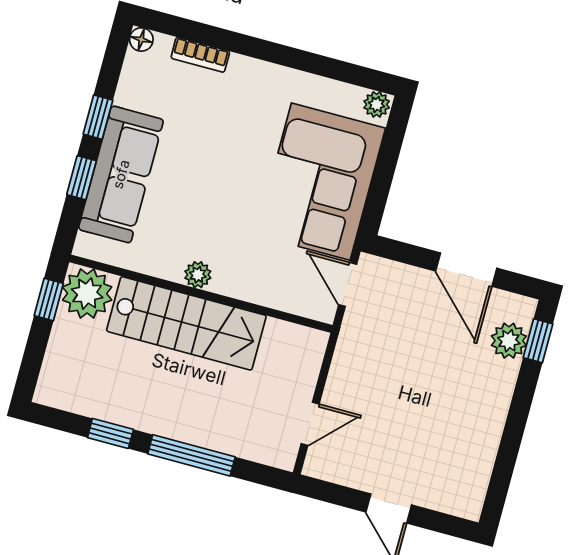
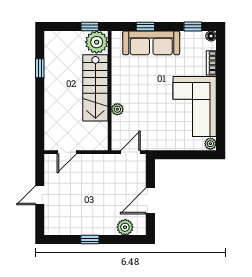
window: (98, 117) -> (193, 26), moved
corner sofa: (321, 182) -> (195, 107), moved, turned -90
plant: (198, 275) -> (117, 109), moved
window: (538, 341) -> (90, 240), moved
door: (310, 424) -> (67, 152), hinge flipped
window: (191, 455) -> (40, 105), removed

